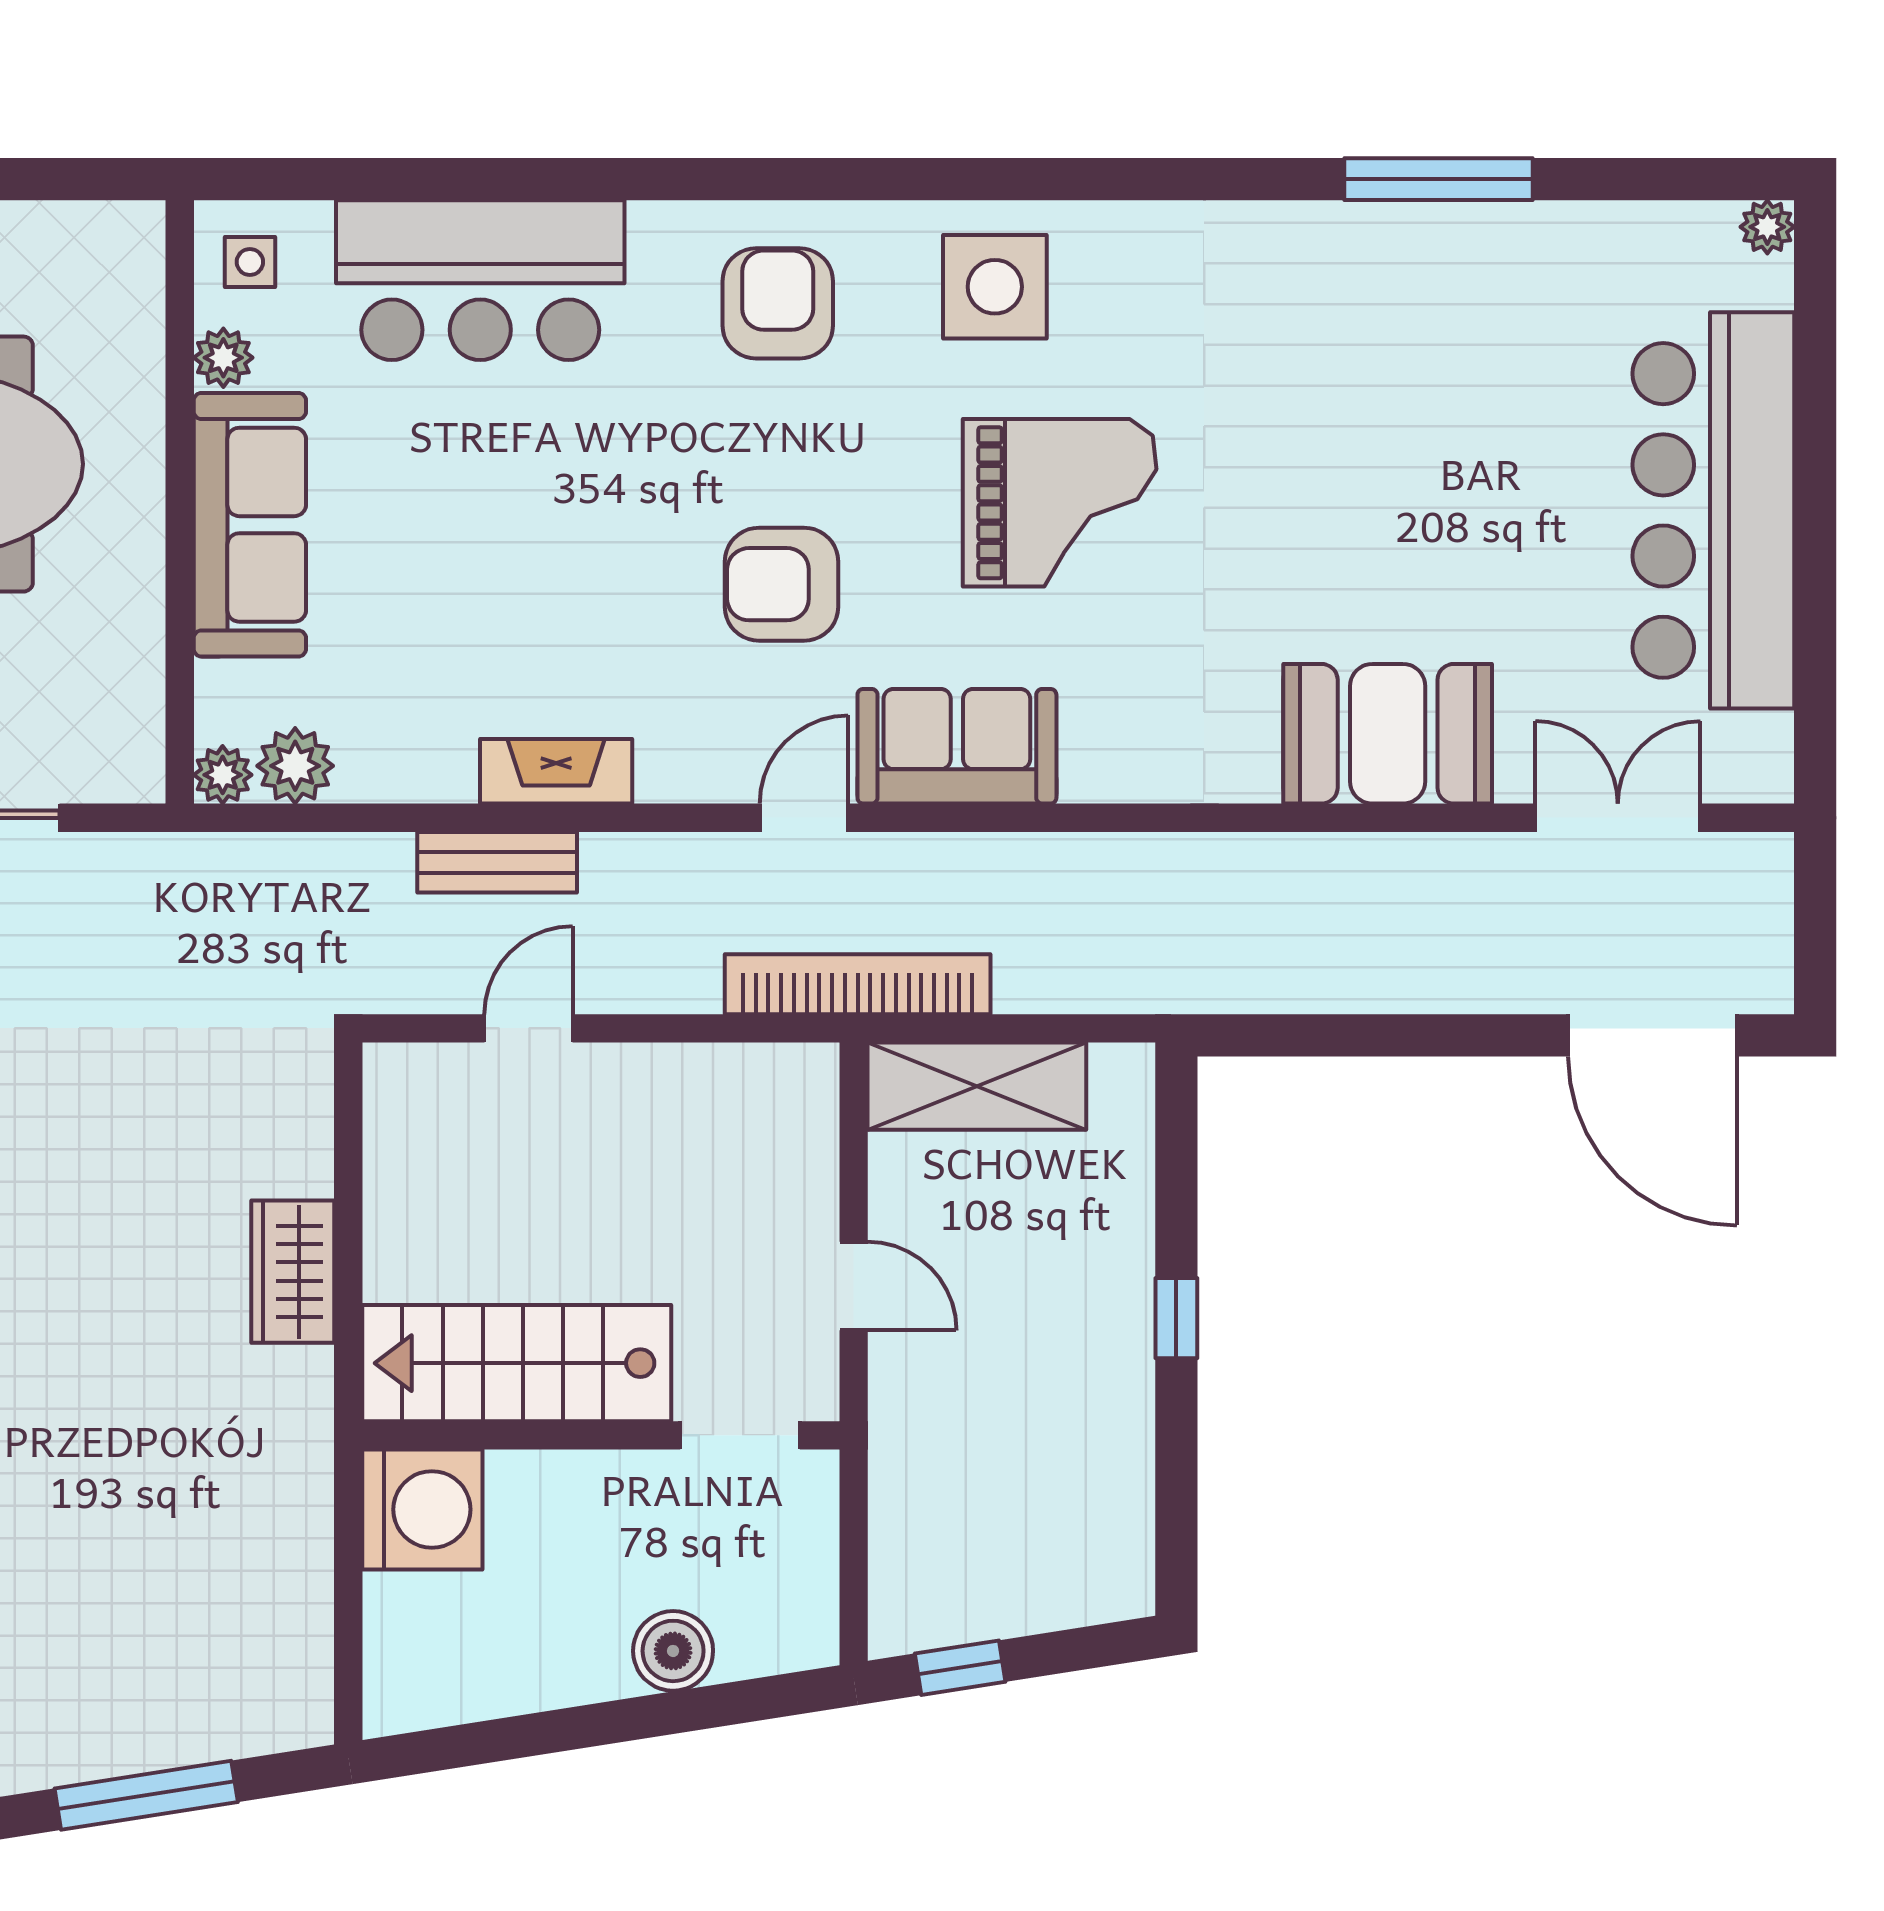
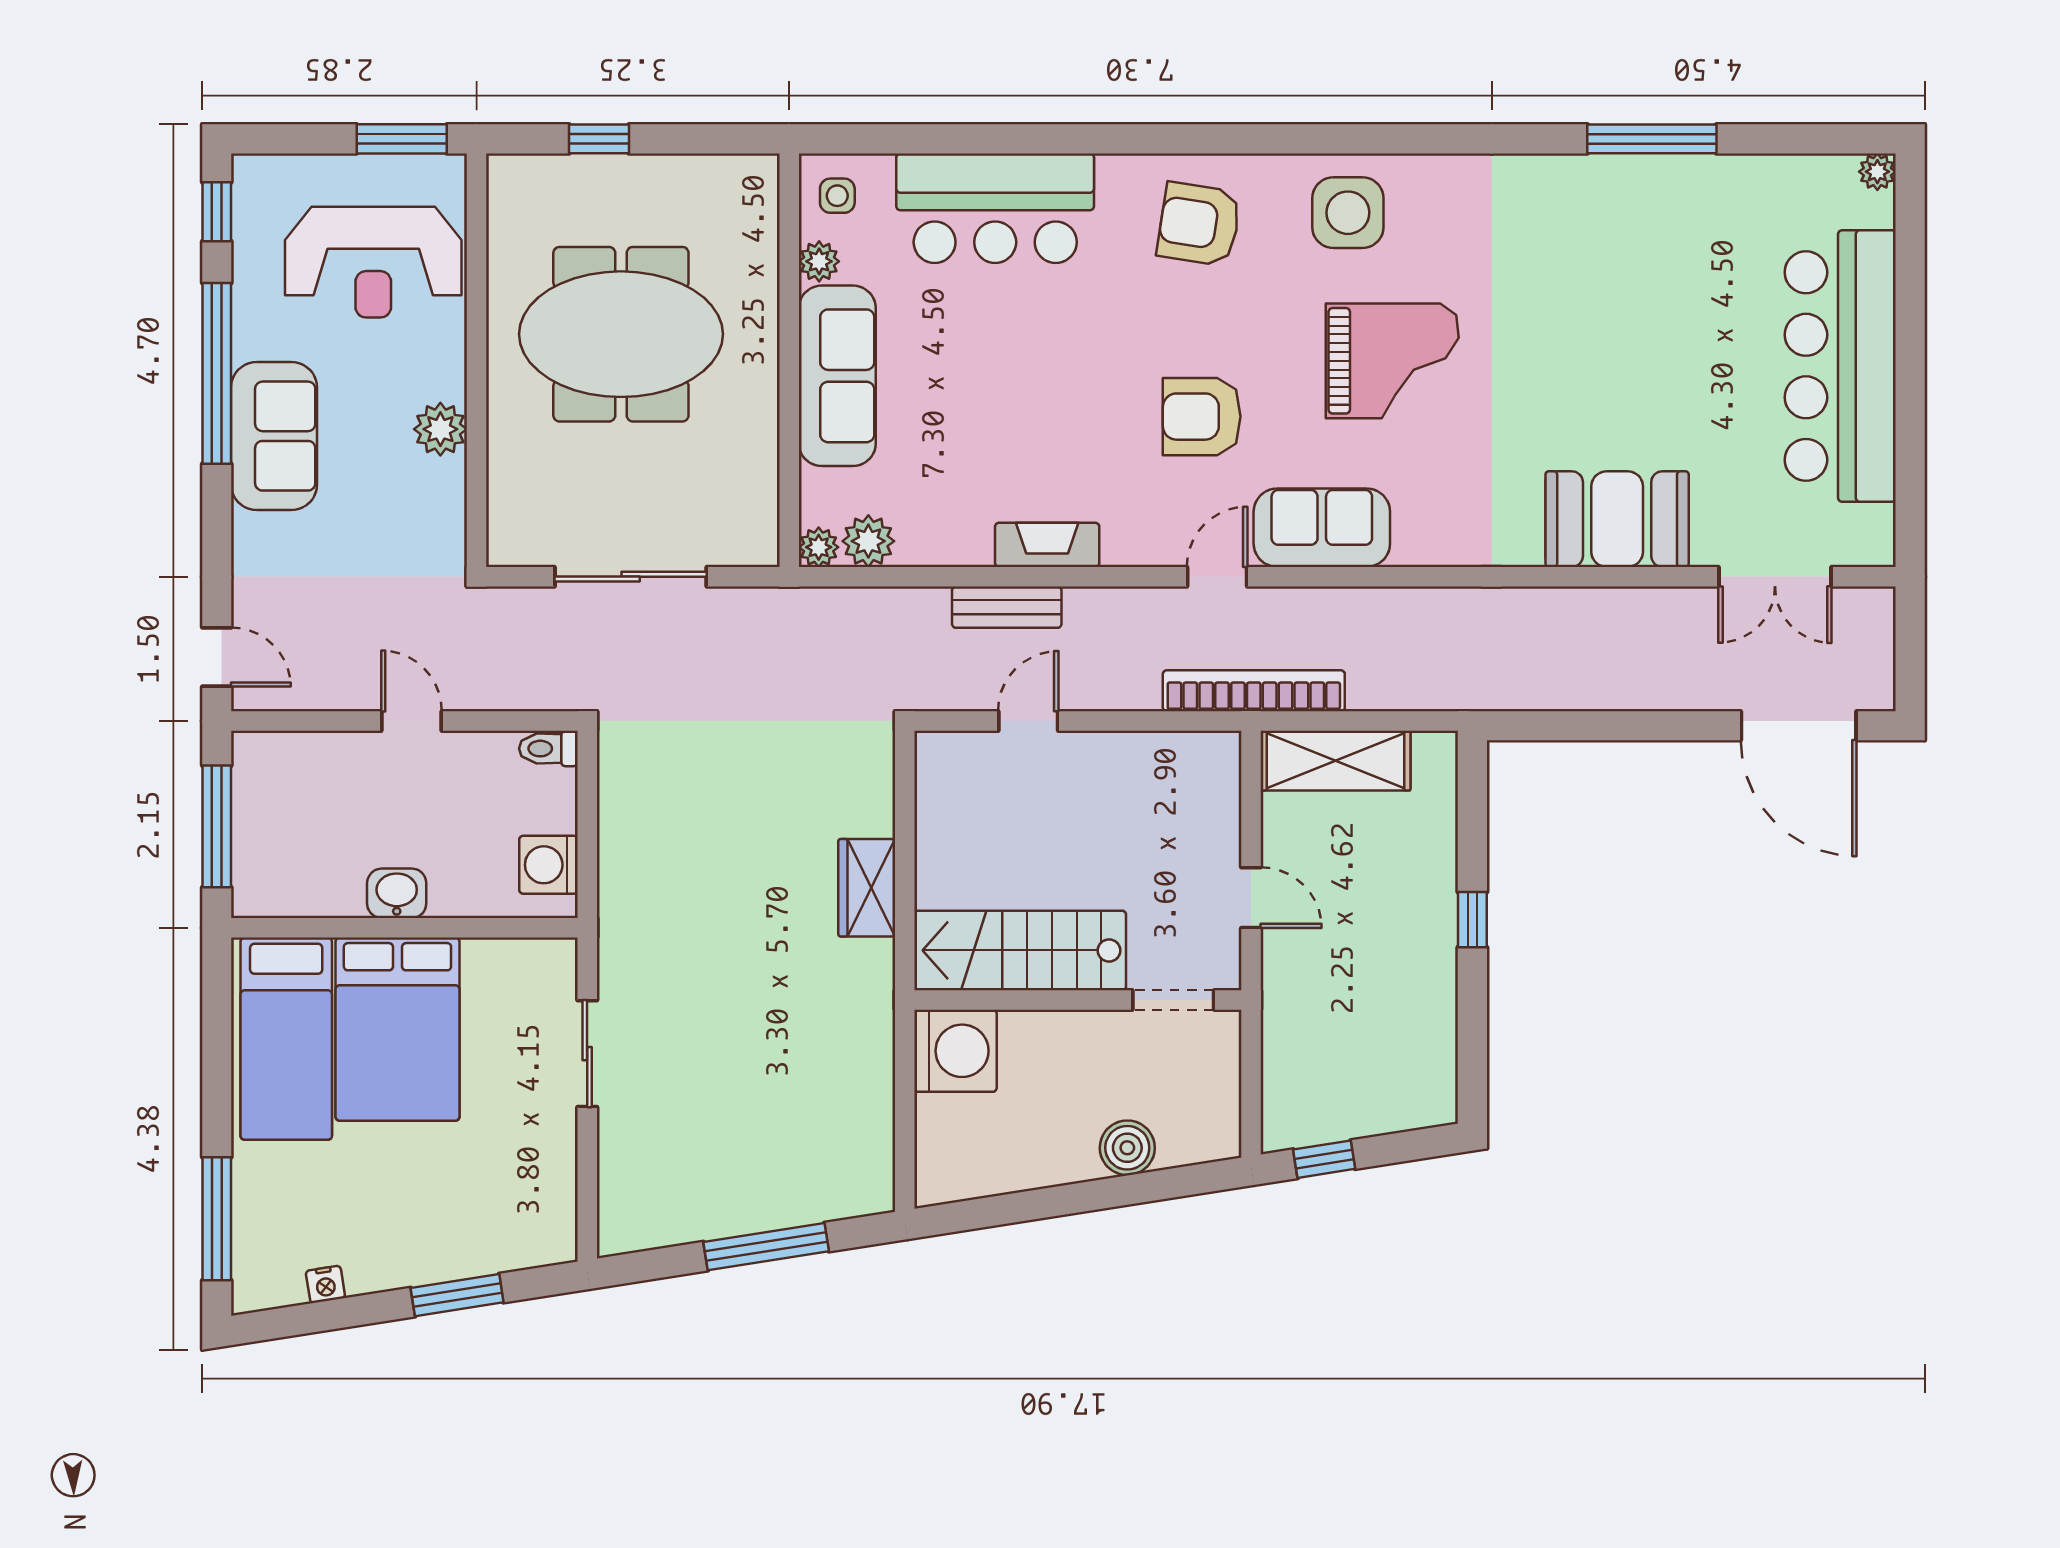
armchair: (778, 303) -> (1199, 224), turned -81
double door: (1618, 818) -> (1775, 577), swing flipped

